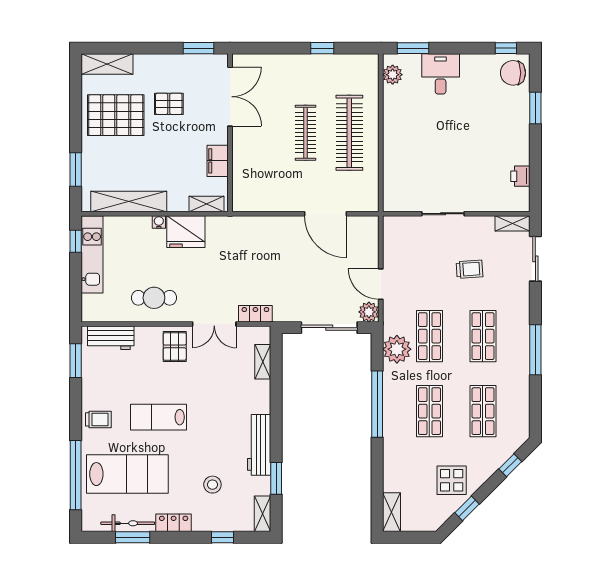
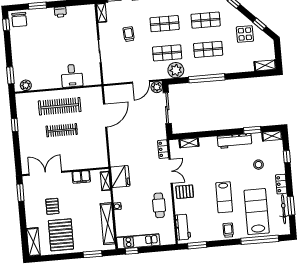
desk: (441, 74) -> (72, 76), moved, turned -90
printer: (520, 176) -> (60, 12), moved
fridge: (186, 232) -> (120, 177), moved

